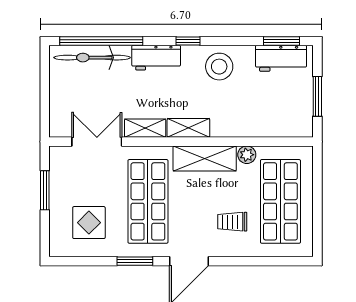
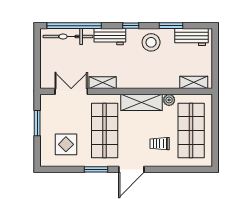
window: (281, 41) -> (171, 26), moved
window: (317, 96) -> (215, 62), removed
shelving: (188, 128) -> (194, 82), moved

